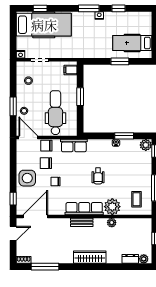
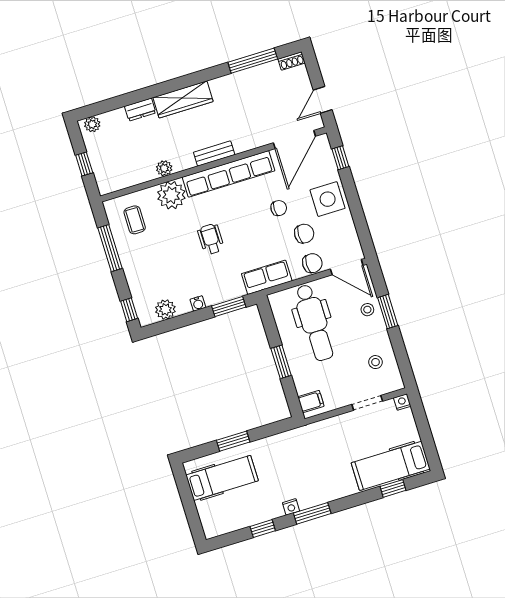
hospital bed: (44, 25) -> (391, 466), width x0.73, depth x0.78
window: (124, 136) -> (229, 306), moved
plant: (146, 145) -> (165, 309), moved
row of seats: (84, 209) -> (229, 174), width x1.36
dresser: (130, 259) -> (140, 110), moved

